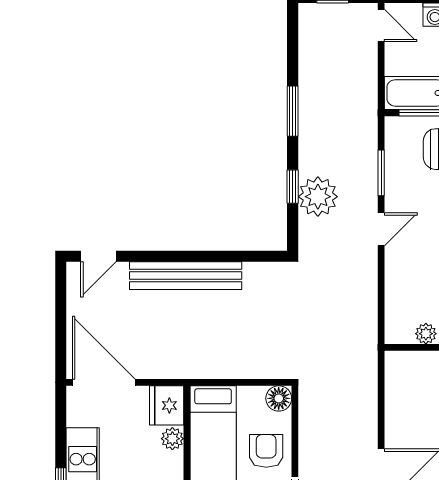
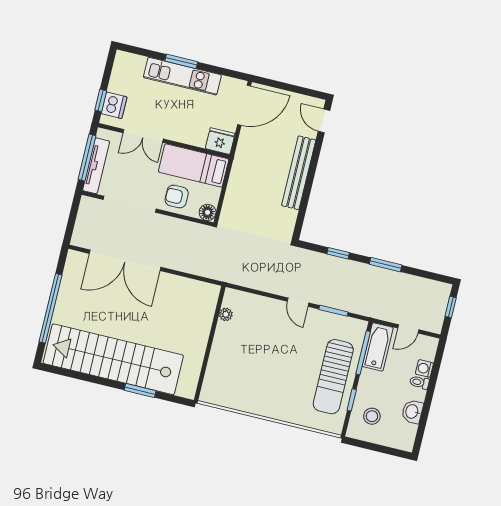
door: (381, 25) -> (408, 329), moved
plant: (318, 197) -> (328, 268), removed
plant: (172, 439) -> (198, 140), removed
armchair: (266, 451) -> (177, 197), turned 180

